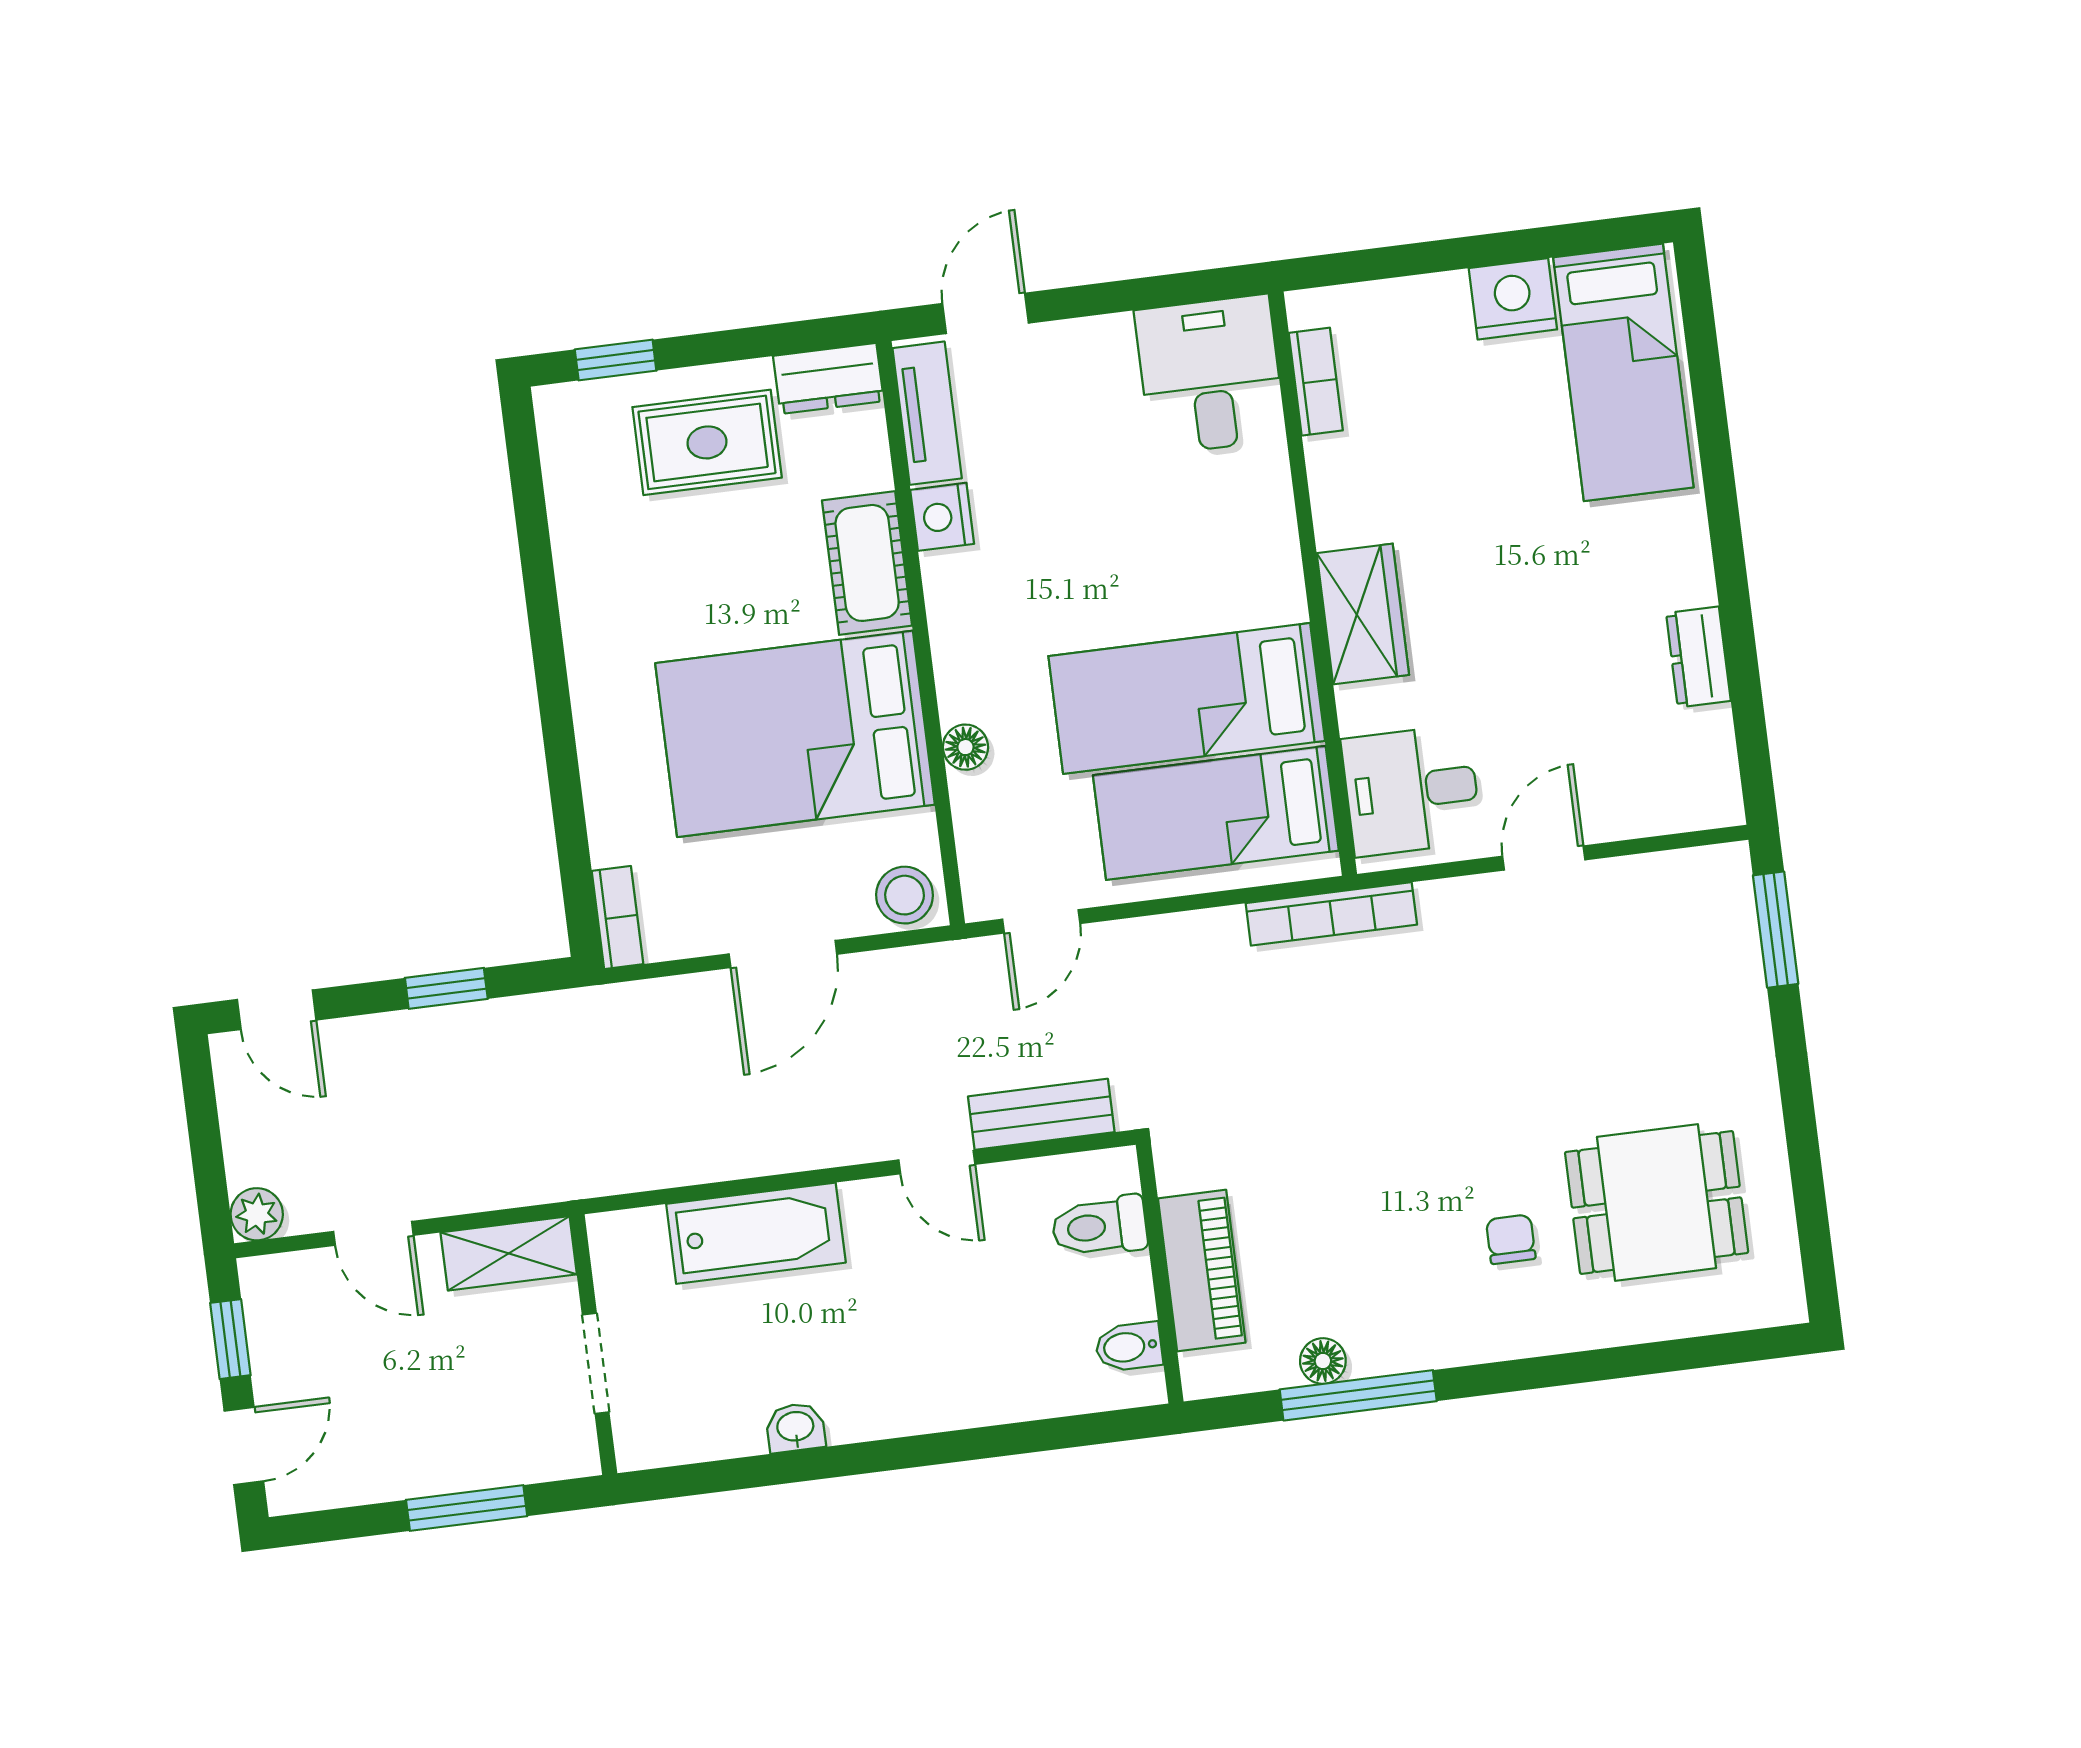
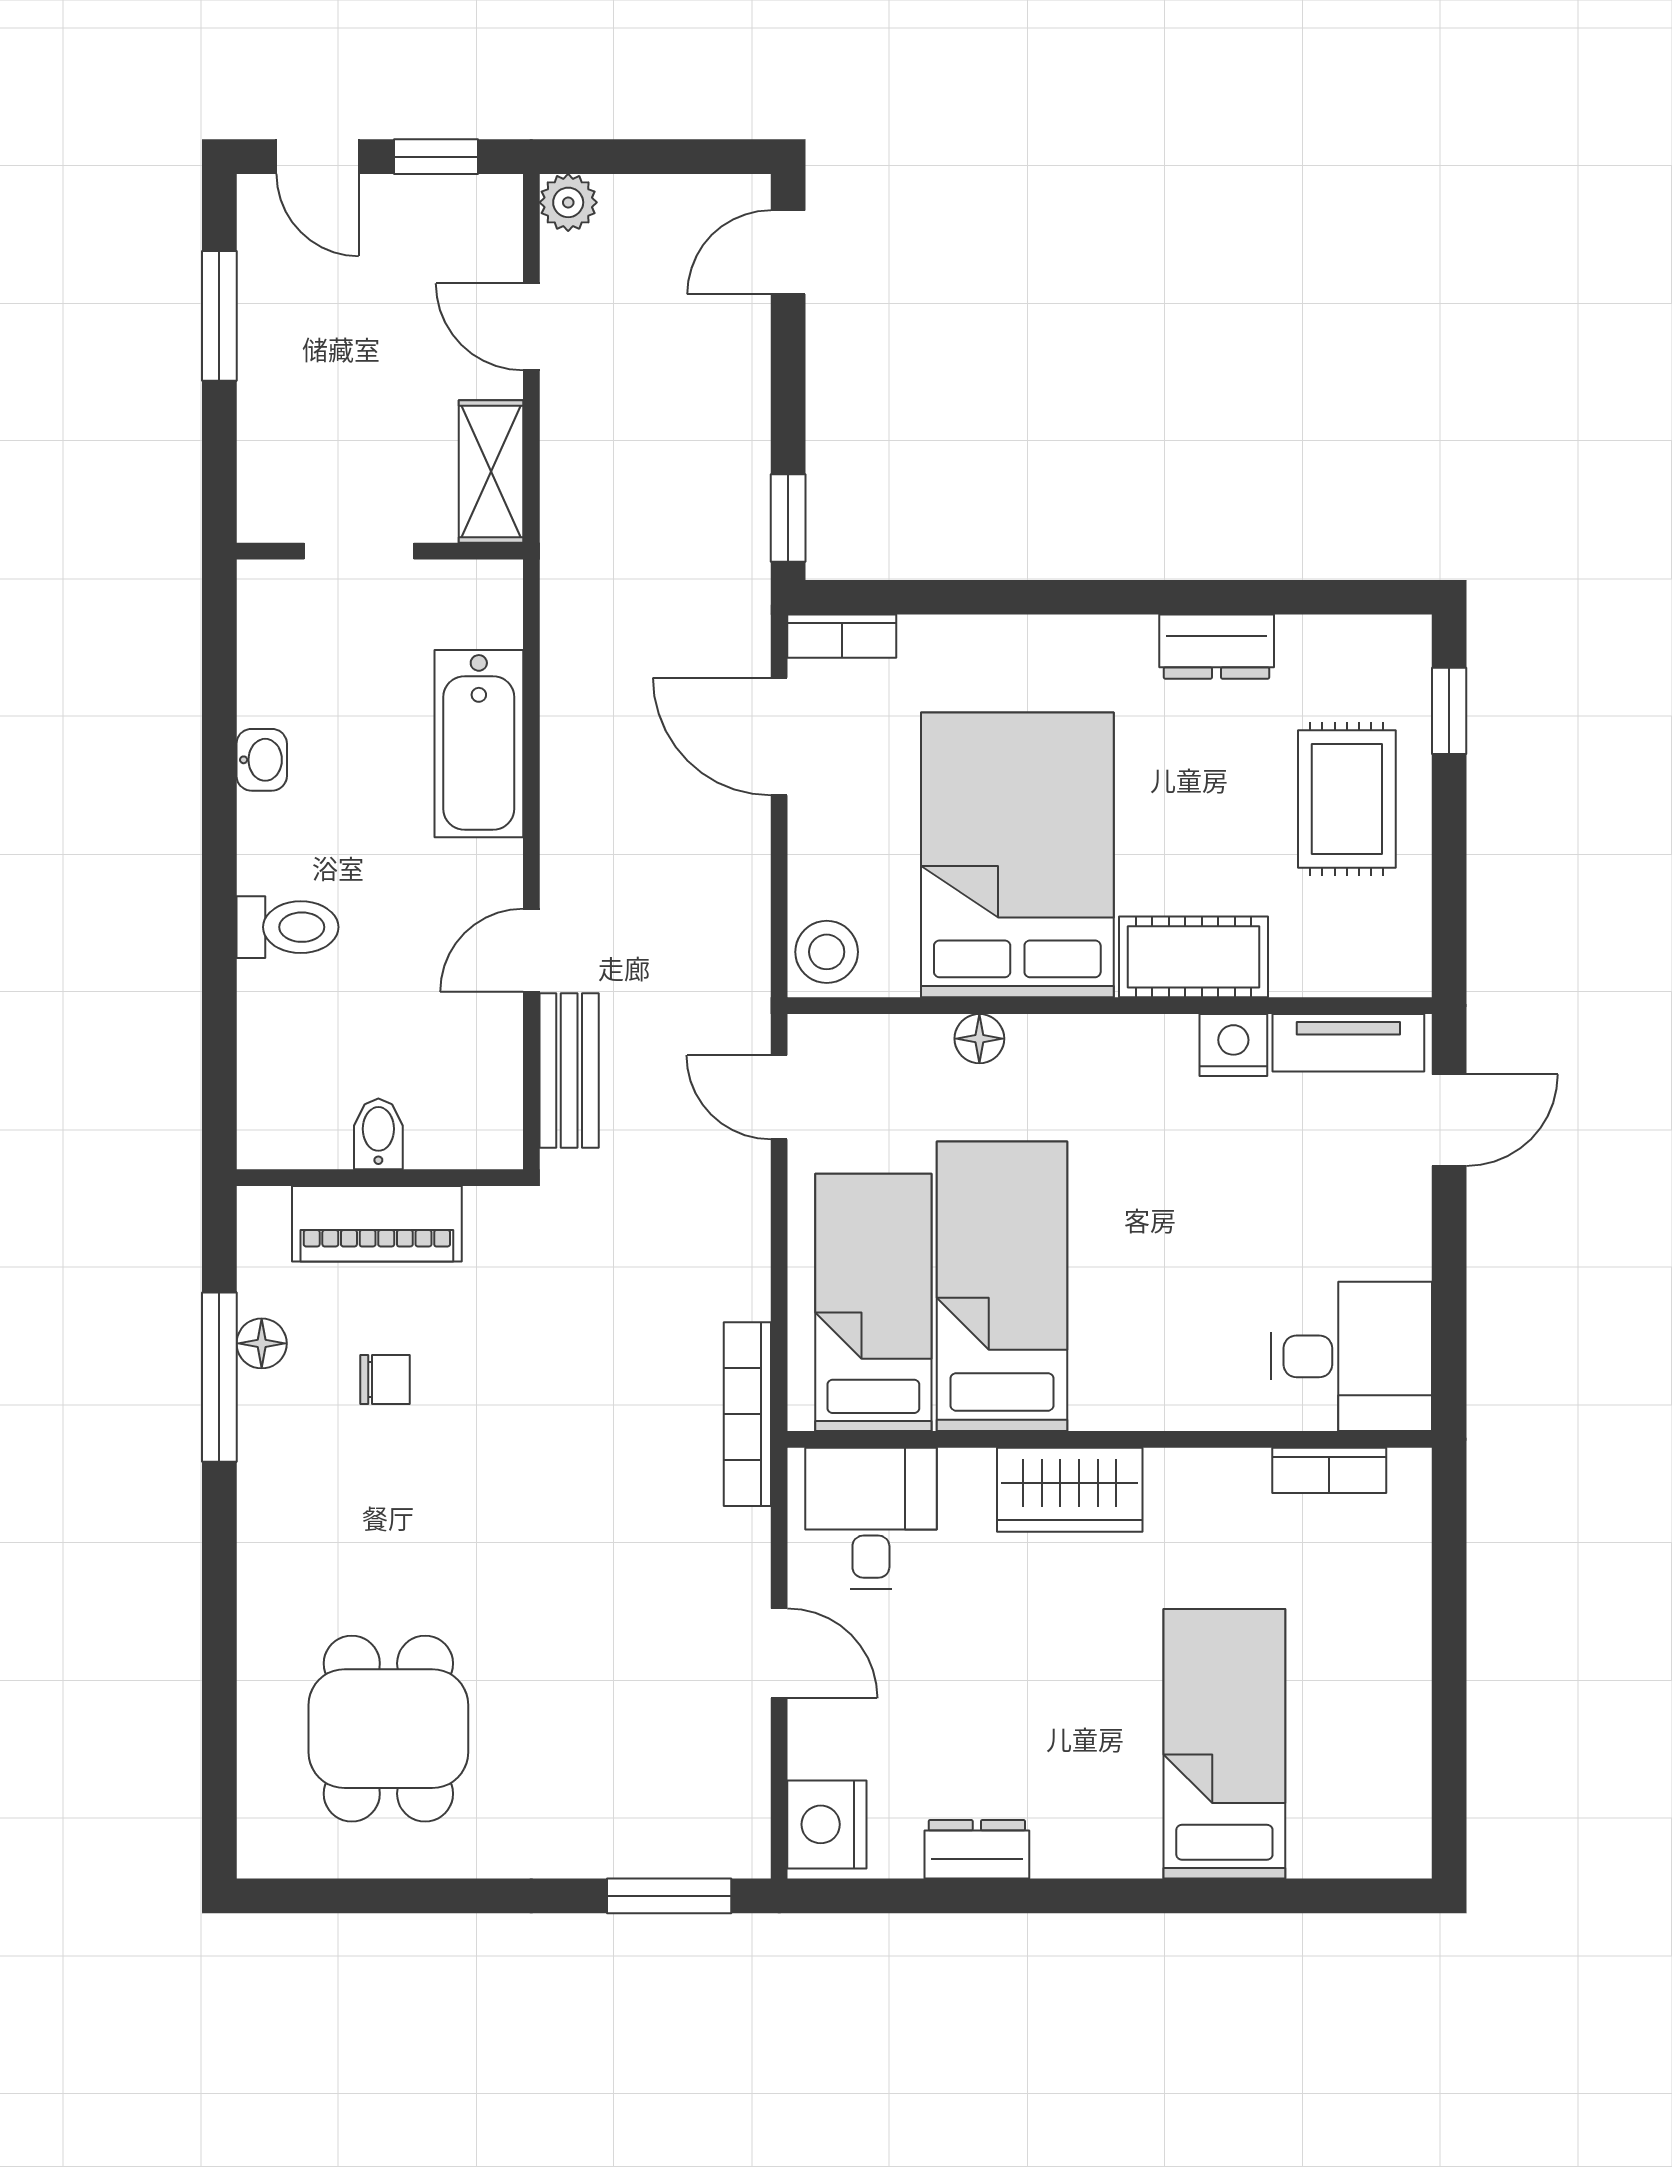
nightstand: (1513, 299) -> (827, 1824), moved, turned 180
door: (985, 313) -> (1449, 1120), hinge flipped
bed: (1623, 372) -> (1224, 1744), moved, turned 90
dresser: (828, 379) -> (1217, 647), moved, turned -90
door: (783, 954) -> (779, 736), moved
window: (446, 988) -> (788, 518), moved
toilet: (1099, 1226) -> (287, 927), moved, turned 90
door: (373, 1233) -> (531, 327), hinge flipped
chair: (1511, 1239) -> (385, 1379), moved
bidet: (1129, 1347) -> (378, 1134), moved
window: (467, 1508) -> (219, 316), moved

